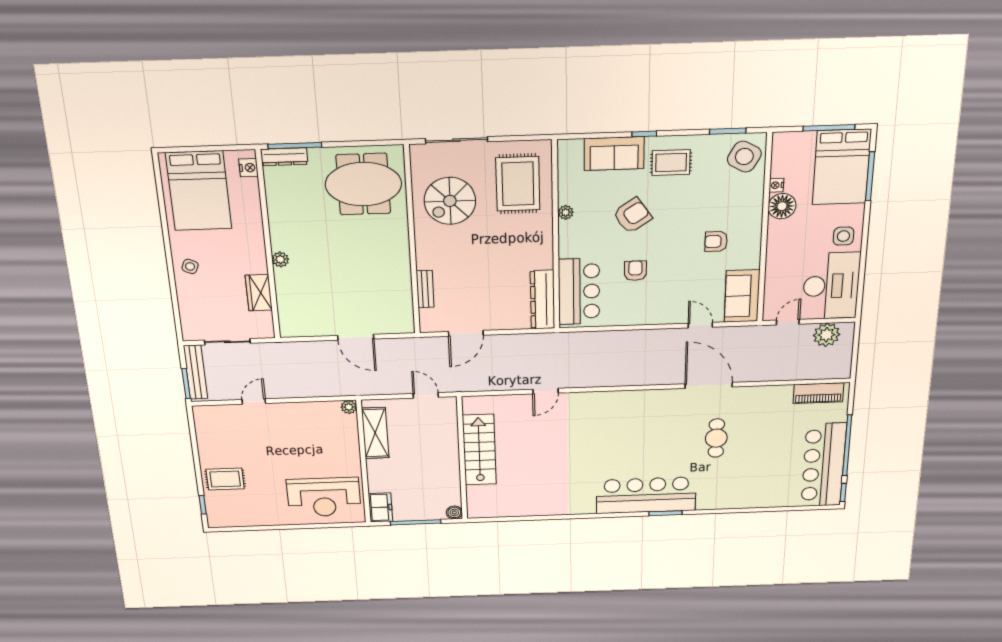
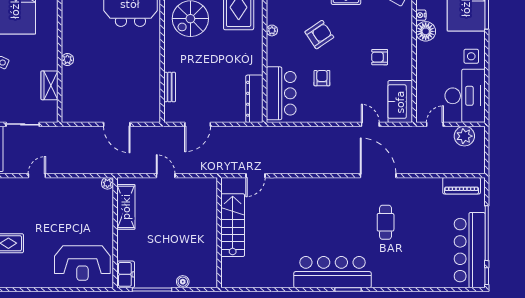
stairs: (479, 450) -> (233, 225), moved
wall: (462, 459) -> (219, 233), moved

